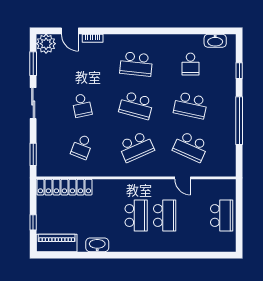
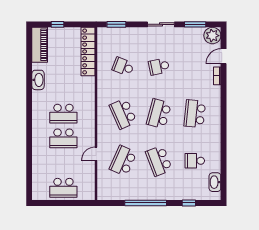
school desk: (191, 105) -> (159, 161), turned -33

